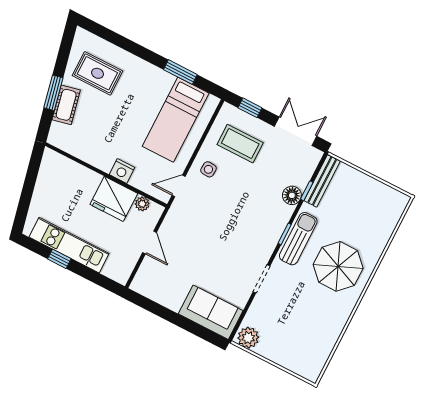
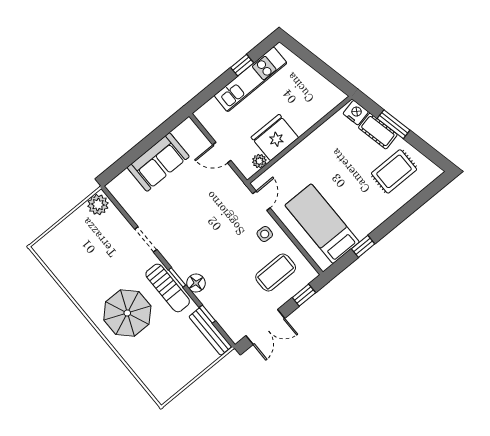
window: (180, 72) -> (363, 246), width x0.67
nightstand: (122, 171) -> (356, 113), moved, turned 78
floor lamp: (292, 195) -> (196, 283), moved
sofa: (211, 312) -> (158, 162), moved

